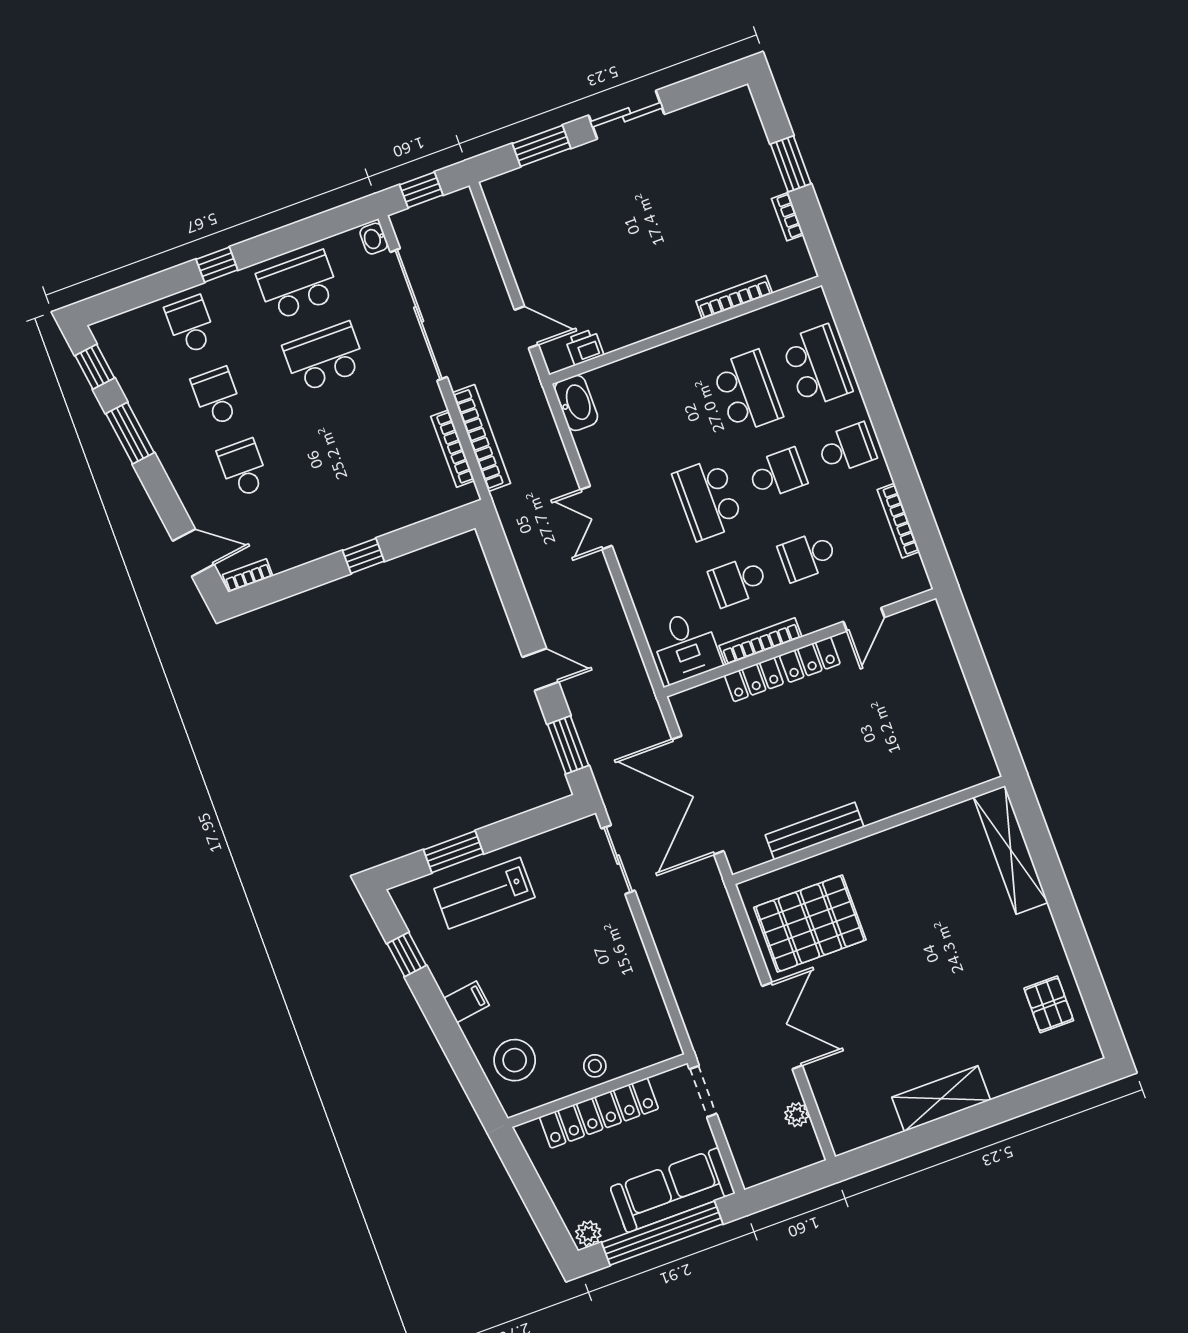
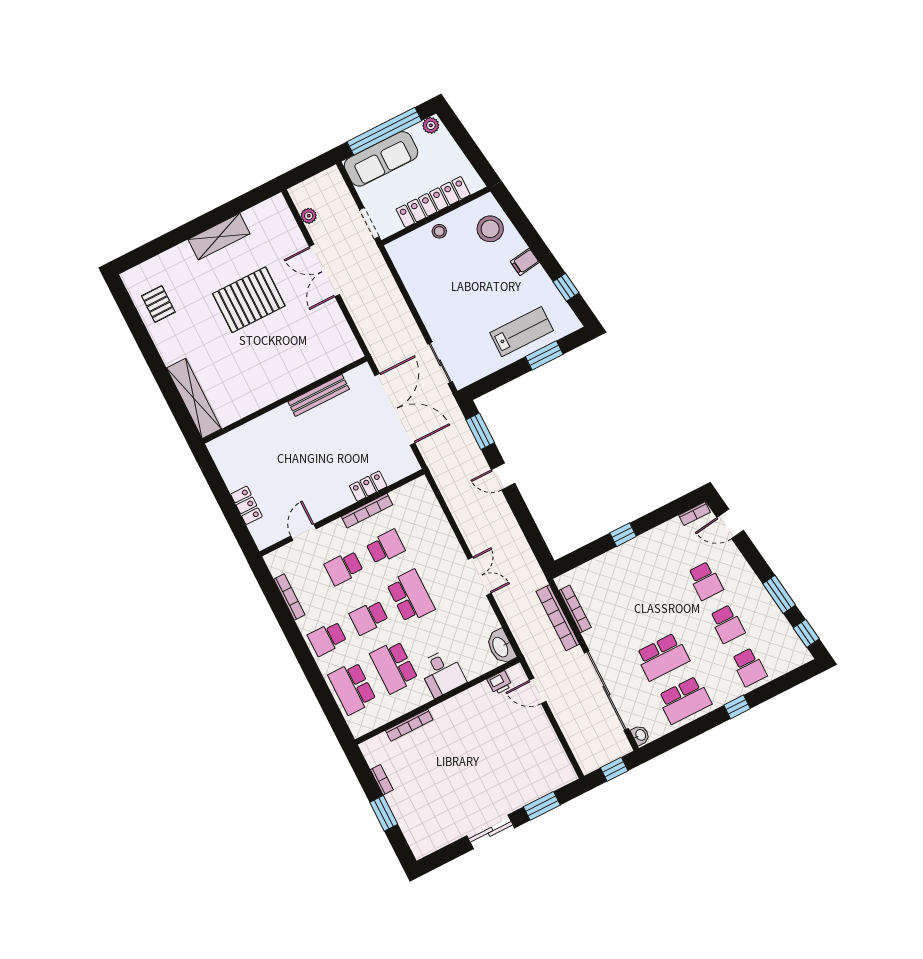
school desk: (807, 556) -> (344, 568), turned 180
desk: (686, 646) -> (442, 673), moved, turned 180
locker: (810, 660) -> (246, 505), moved, turned 90
pallet: (810, 924) -> (249, 300), moved

